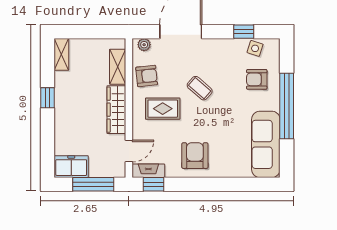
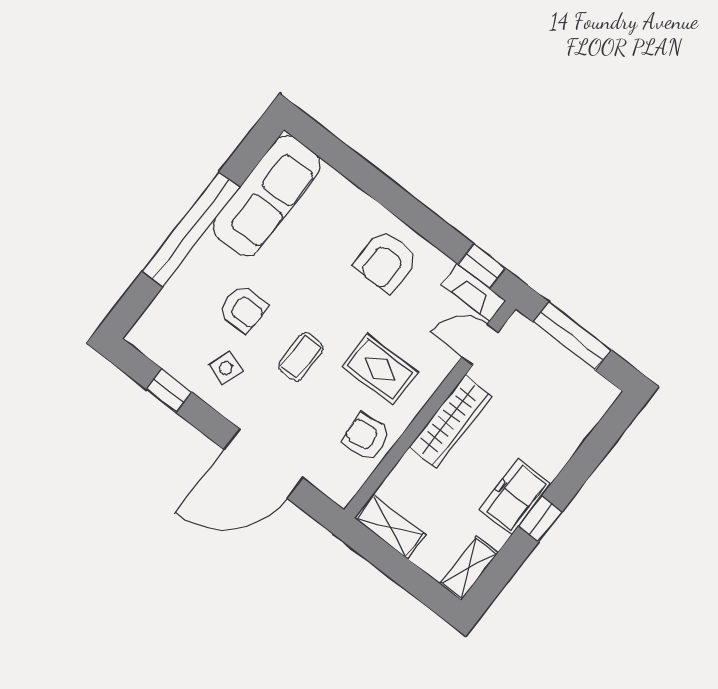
plant: (144, 45) -> (334, 487), removed
side table: (255, 48) -> (226, 368), moved
shelving: (118, 67) -> (390, 526), moved, turned 90
armchair: (257, 79) -> (243, 309), moved
coffee table: (200, 88) -> (301, 357), turned 49
freezer: (71, 167) -> (515, 497), moved, turned 90

